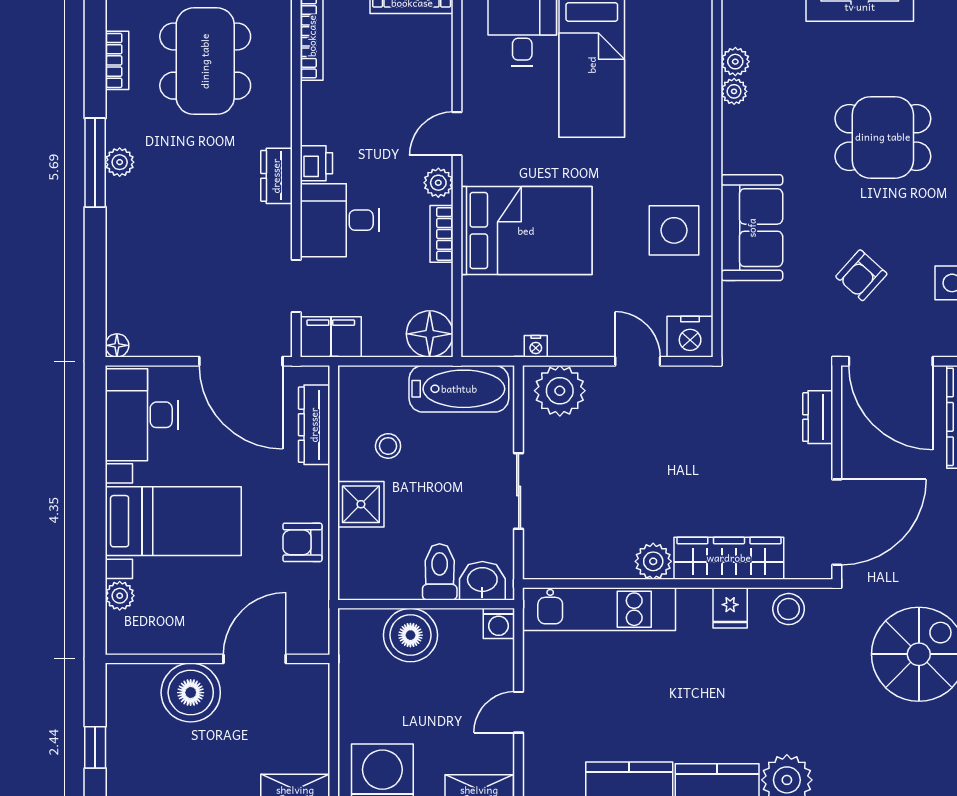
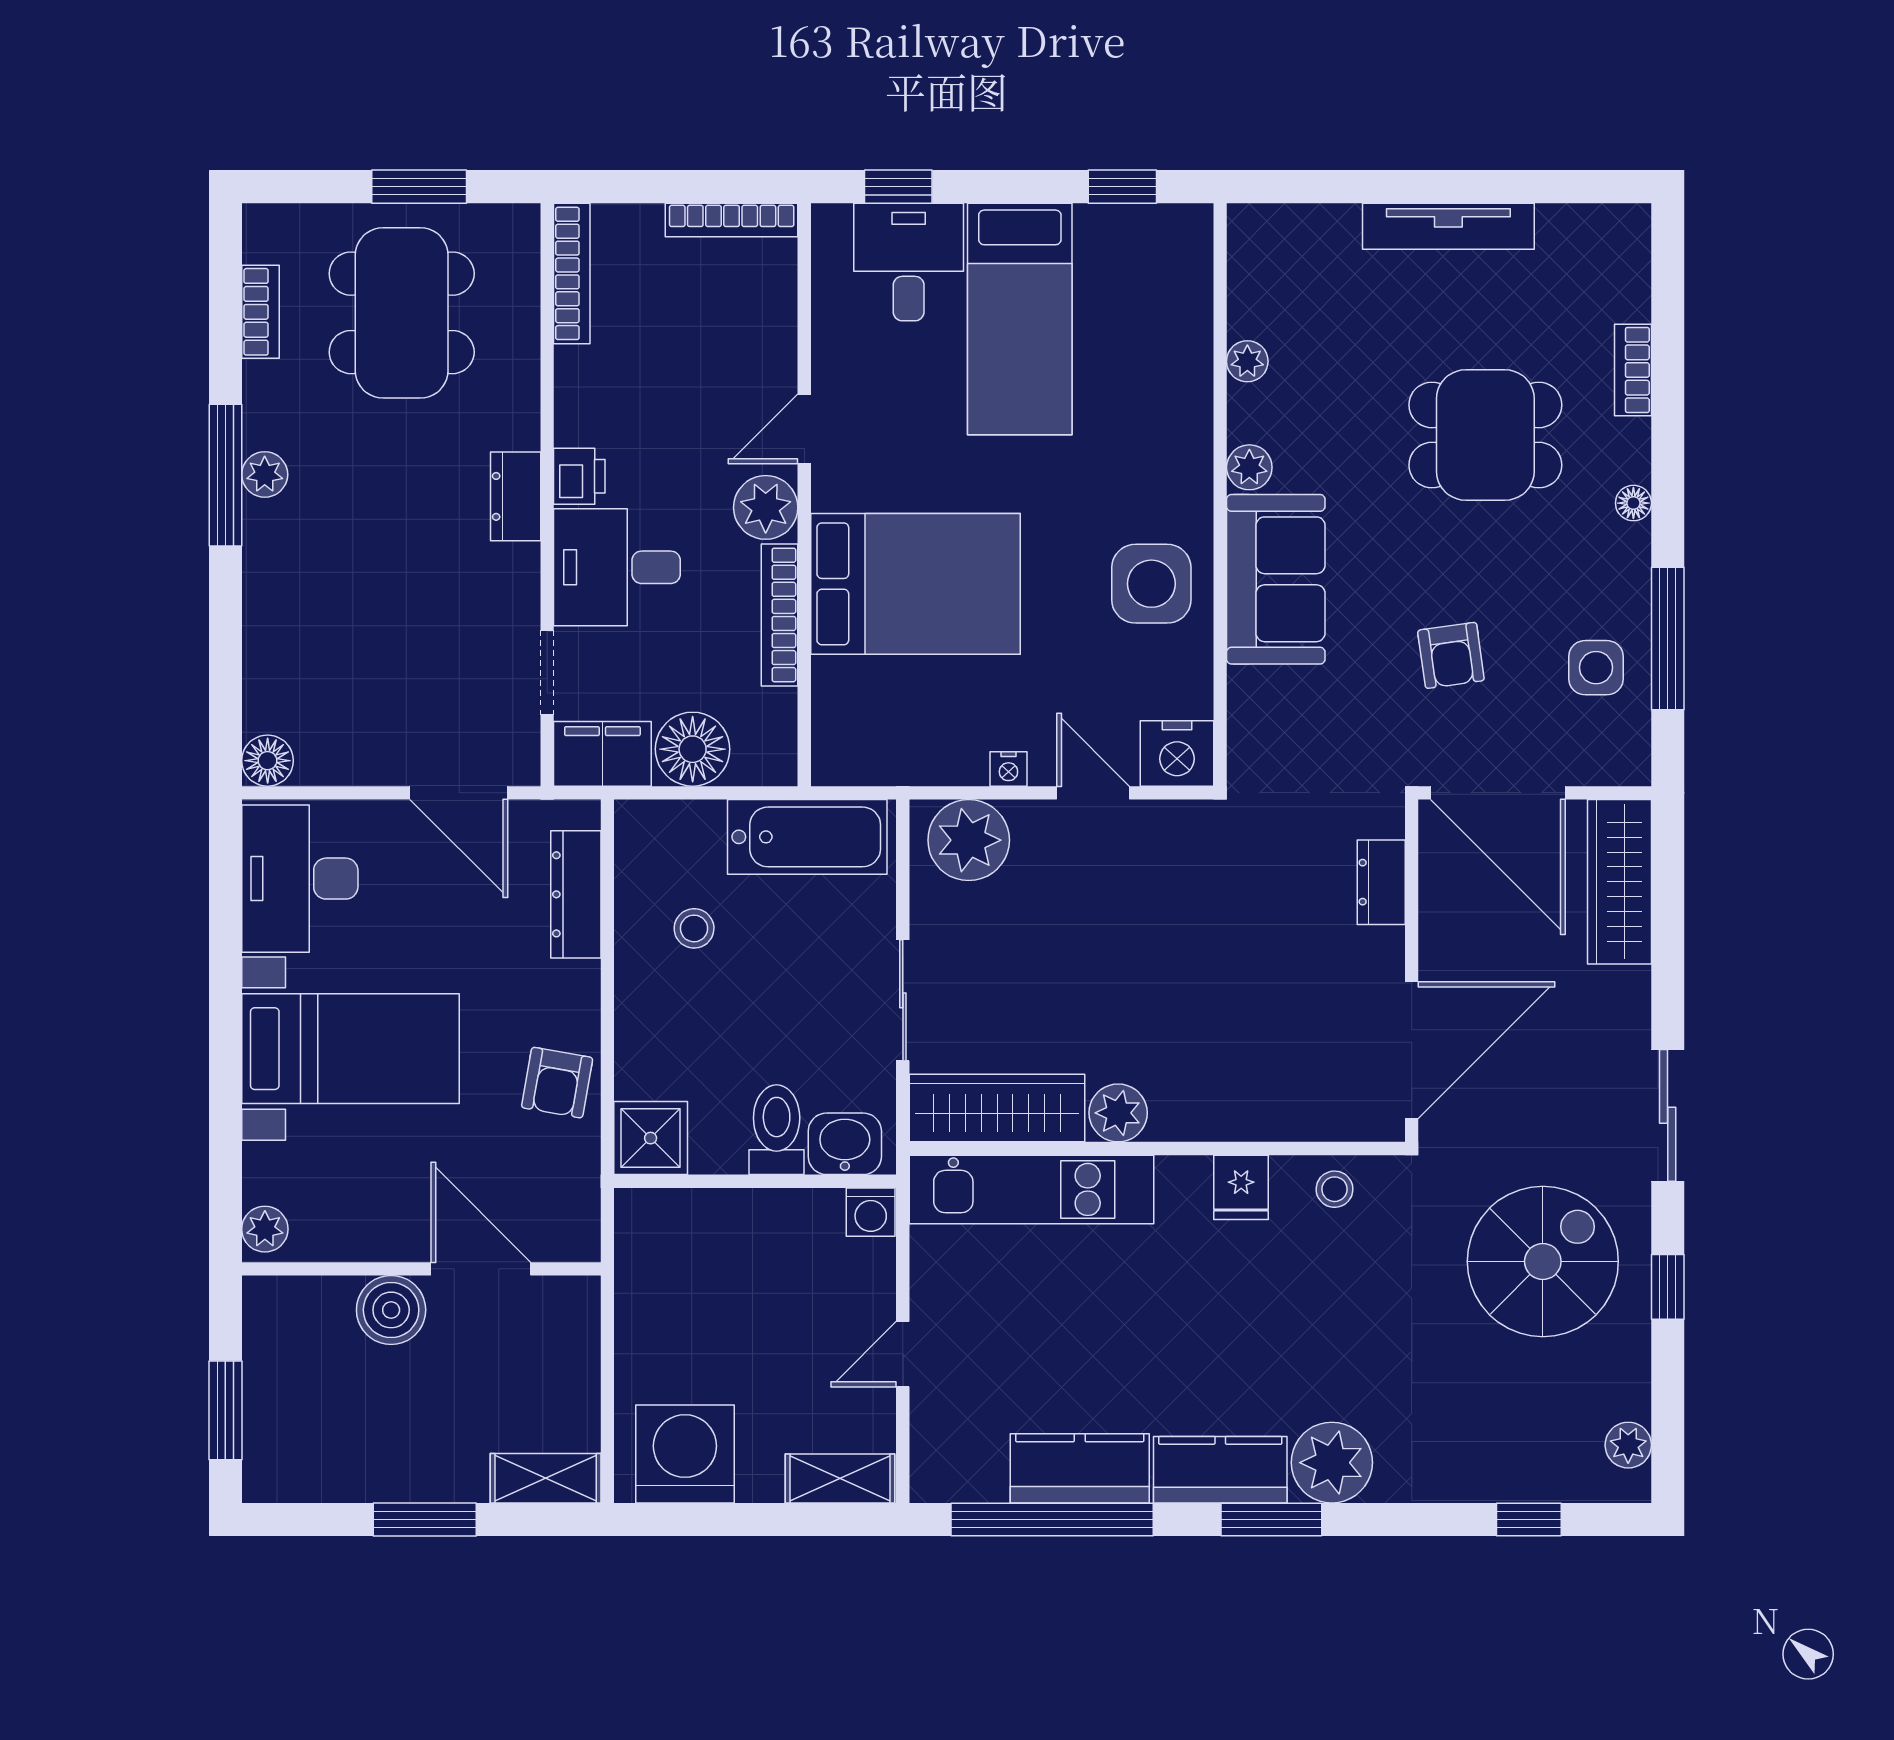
plant: (735, 62) -> (1249, 467), moved
plant: (438, 183) -> (766, 507), width x1.38, depth x1.38
bookcase: (442, 234) -> (780, 615), width x1.56
armchair: (861, 275) -> (1451, 655), turned -50
floor lamp: (430, 334) -> (693, 749), moved
floor lamp: (117, 345) -> (268, 761), width x1.37, depth x1.37
nightstand: (536, 346) -> (1008, 769), moved
door: (241, 361) -> (459, 793), width x0.73
shower: (361, 504) -> (651, 1138), moved
armchair: (302, 542) -> (557, 1083), turned -80
wardrobe: (729, 558) -> (997, 1108), moved
plant: (120, 596) -> (265, 1229), moved
stool: (789, 609) -> (1334, 1189), width x0.73, depth x0.73
boiler: (410, 635) -> (730, 1231), removed
door: (255, 659) -> (481, 1269), hinge flipped
boiler: (191, 693) -> (391, 1310), width x0.73, depth x0.73
window: (95, 747) -> (225, 1410), width x1.50

